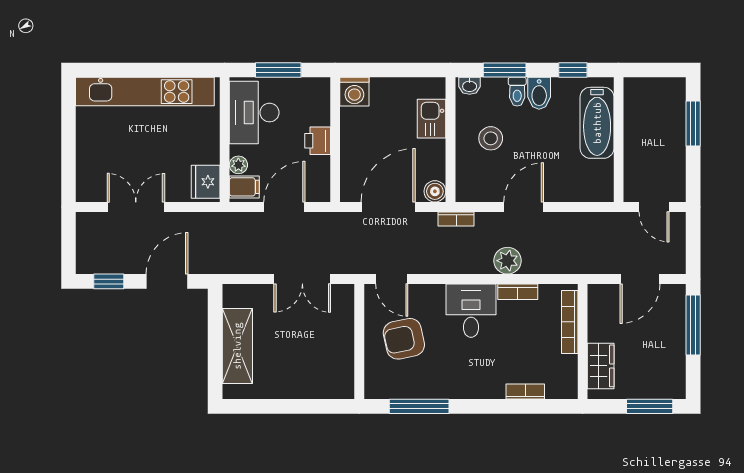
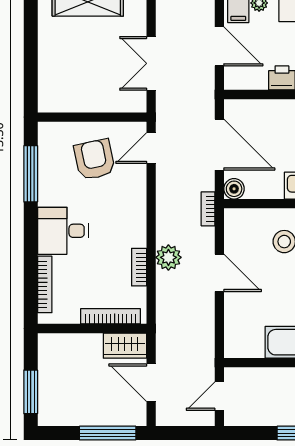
desk: (471, 311) -> (63, 231), moved, turned 180
wardrobe: (601, 366) -> (125, 346), moved
bookcase: (525, 391) -> (45, 284), width x1.56

